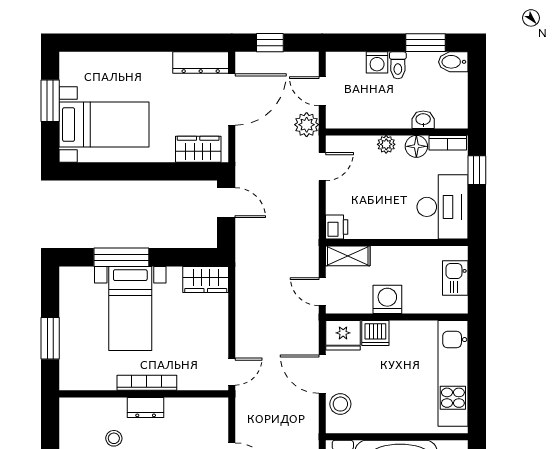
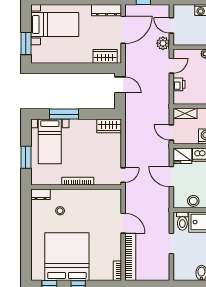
window: (50, 101) -> (26, 43), moved
bed with nightstands: (104, 125) -> (55, 25), moved
printer: (337, 227) -> (179, 84), moved
bed with nightstands: (130, 308) -> (50, 141), moved
stool: (340, 404) -> (193, 201), moved
dresser: (146, 407) -> (40, 194), moved

